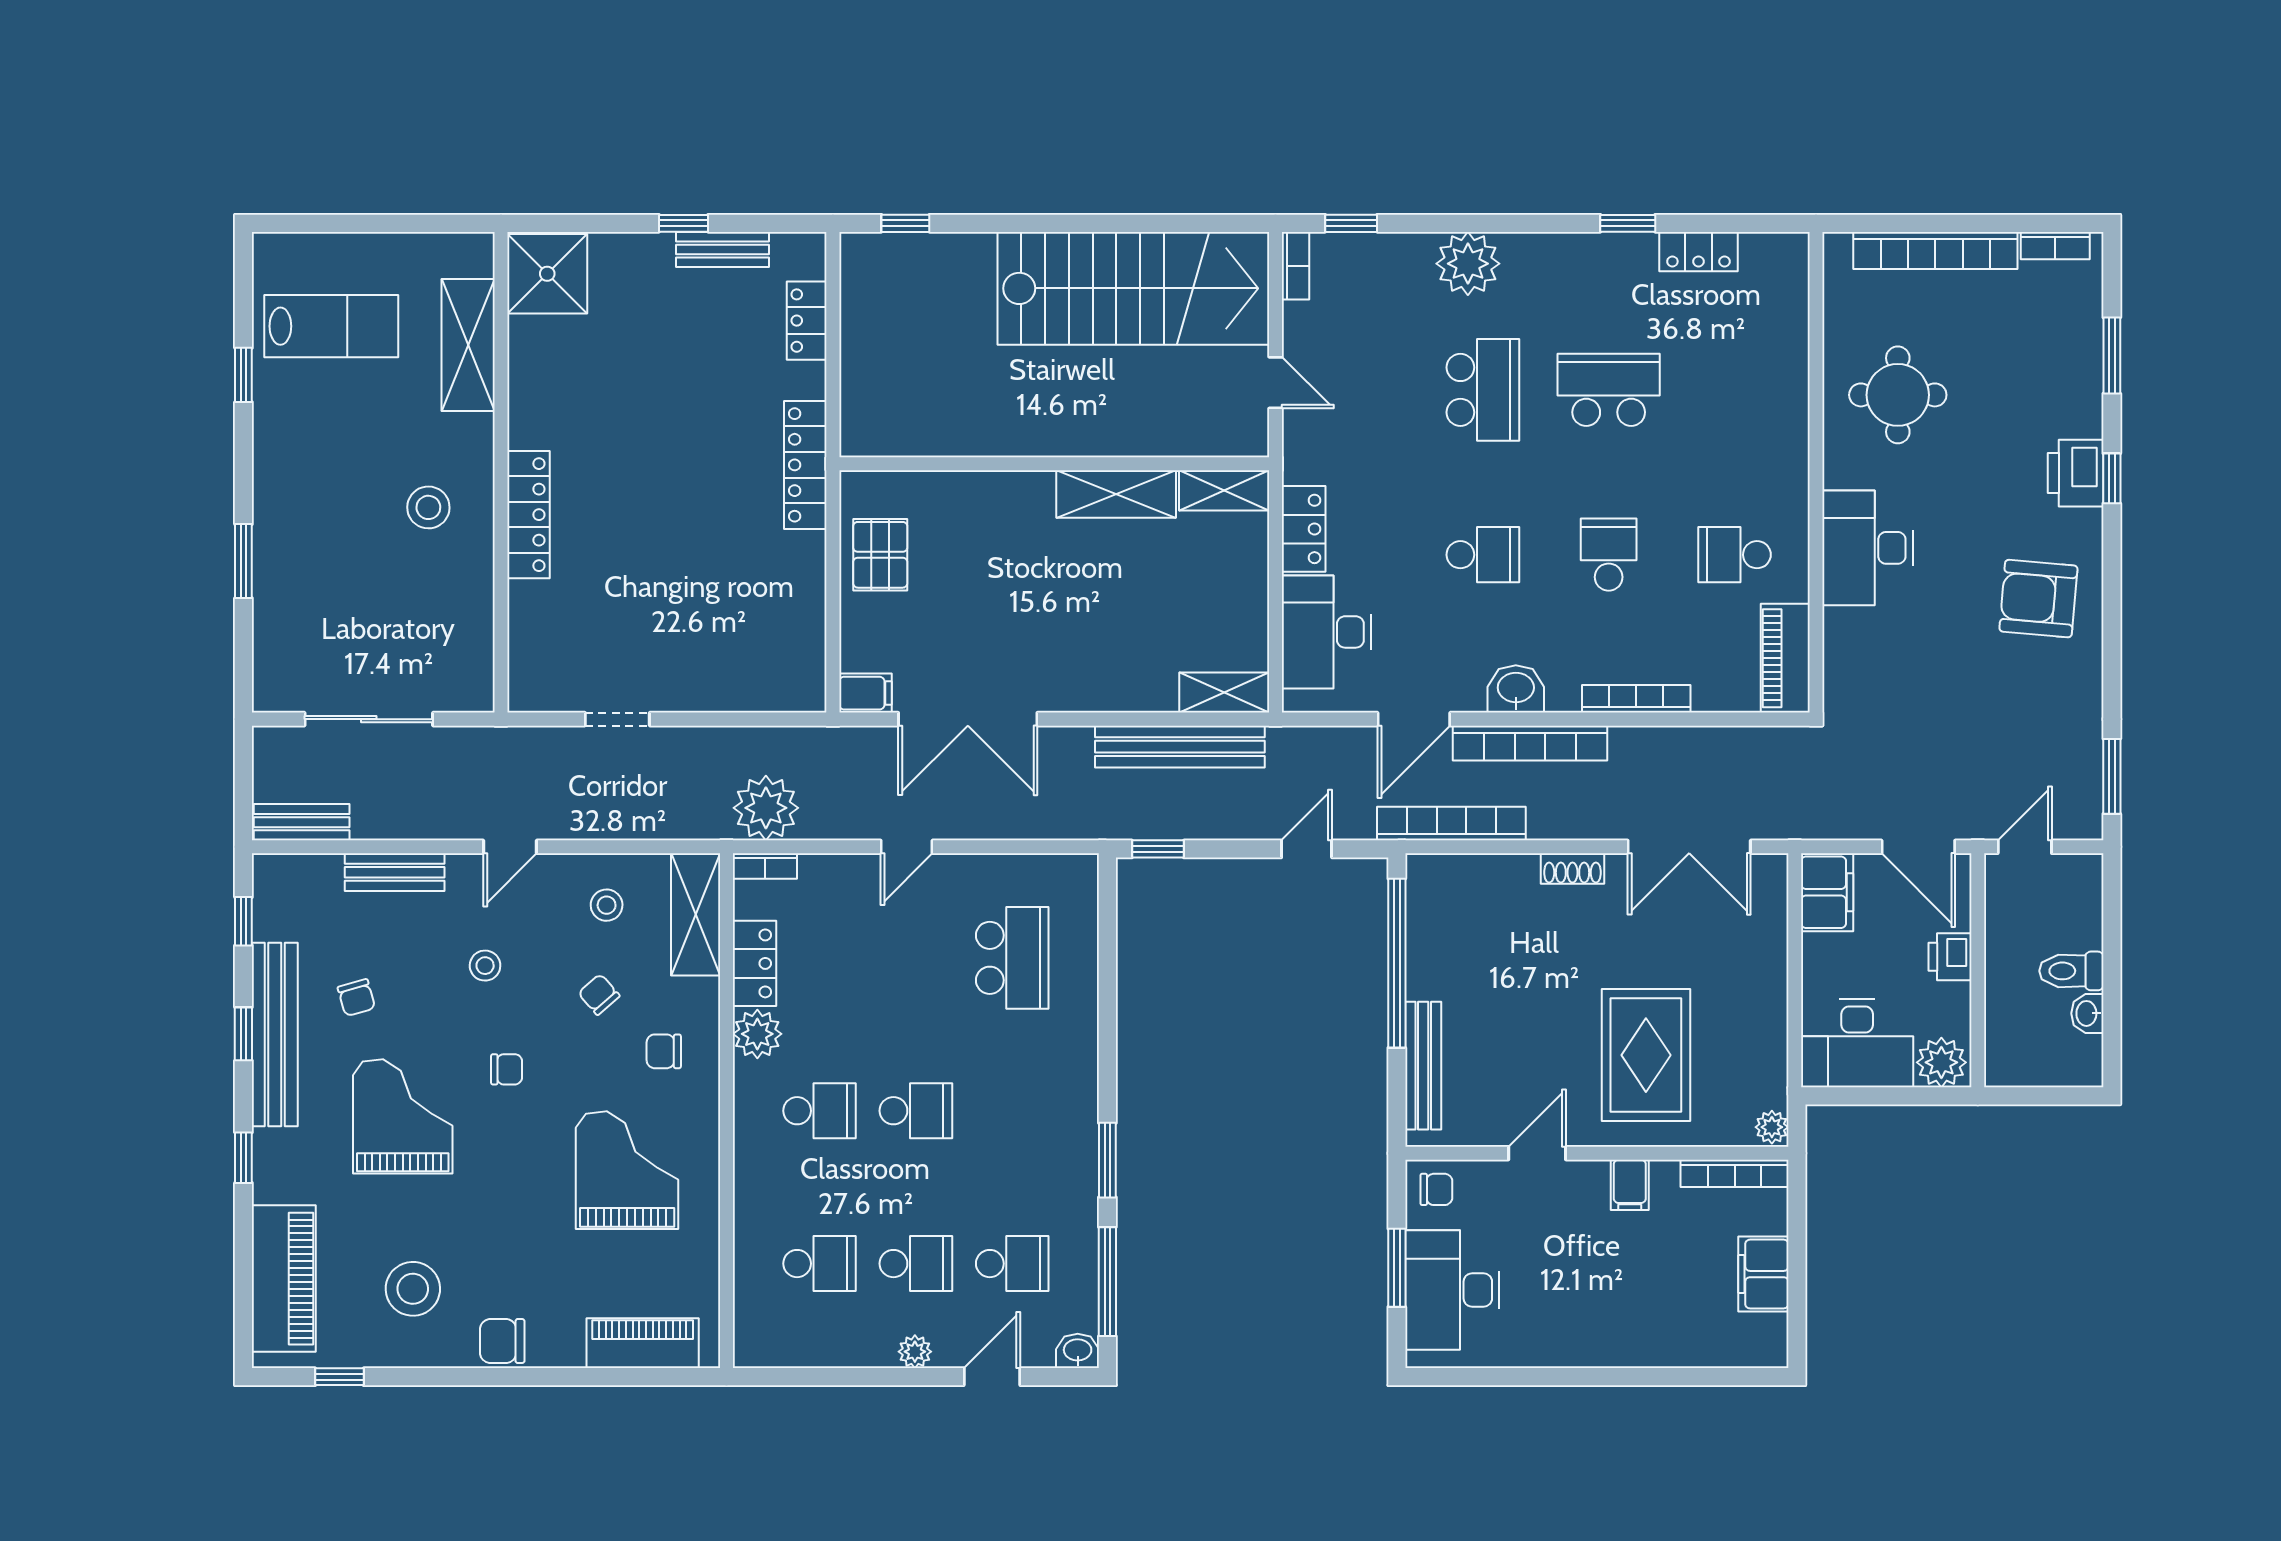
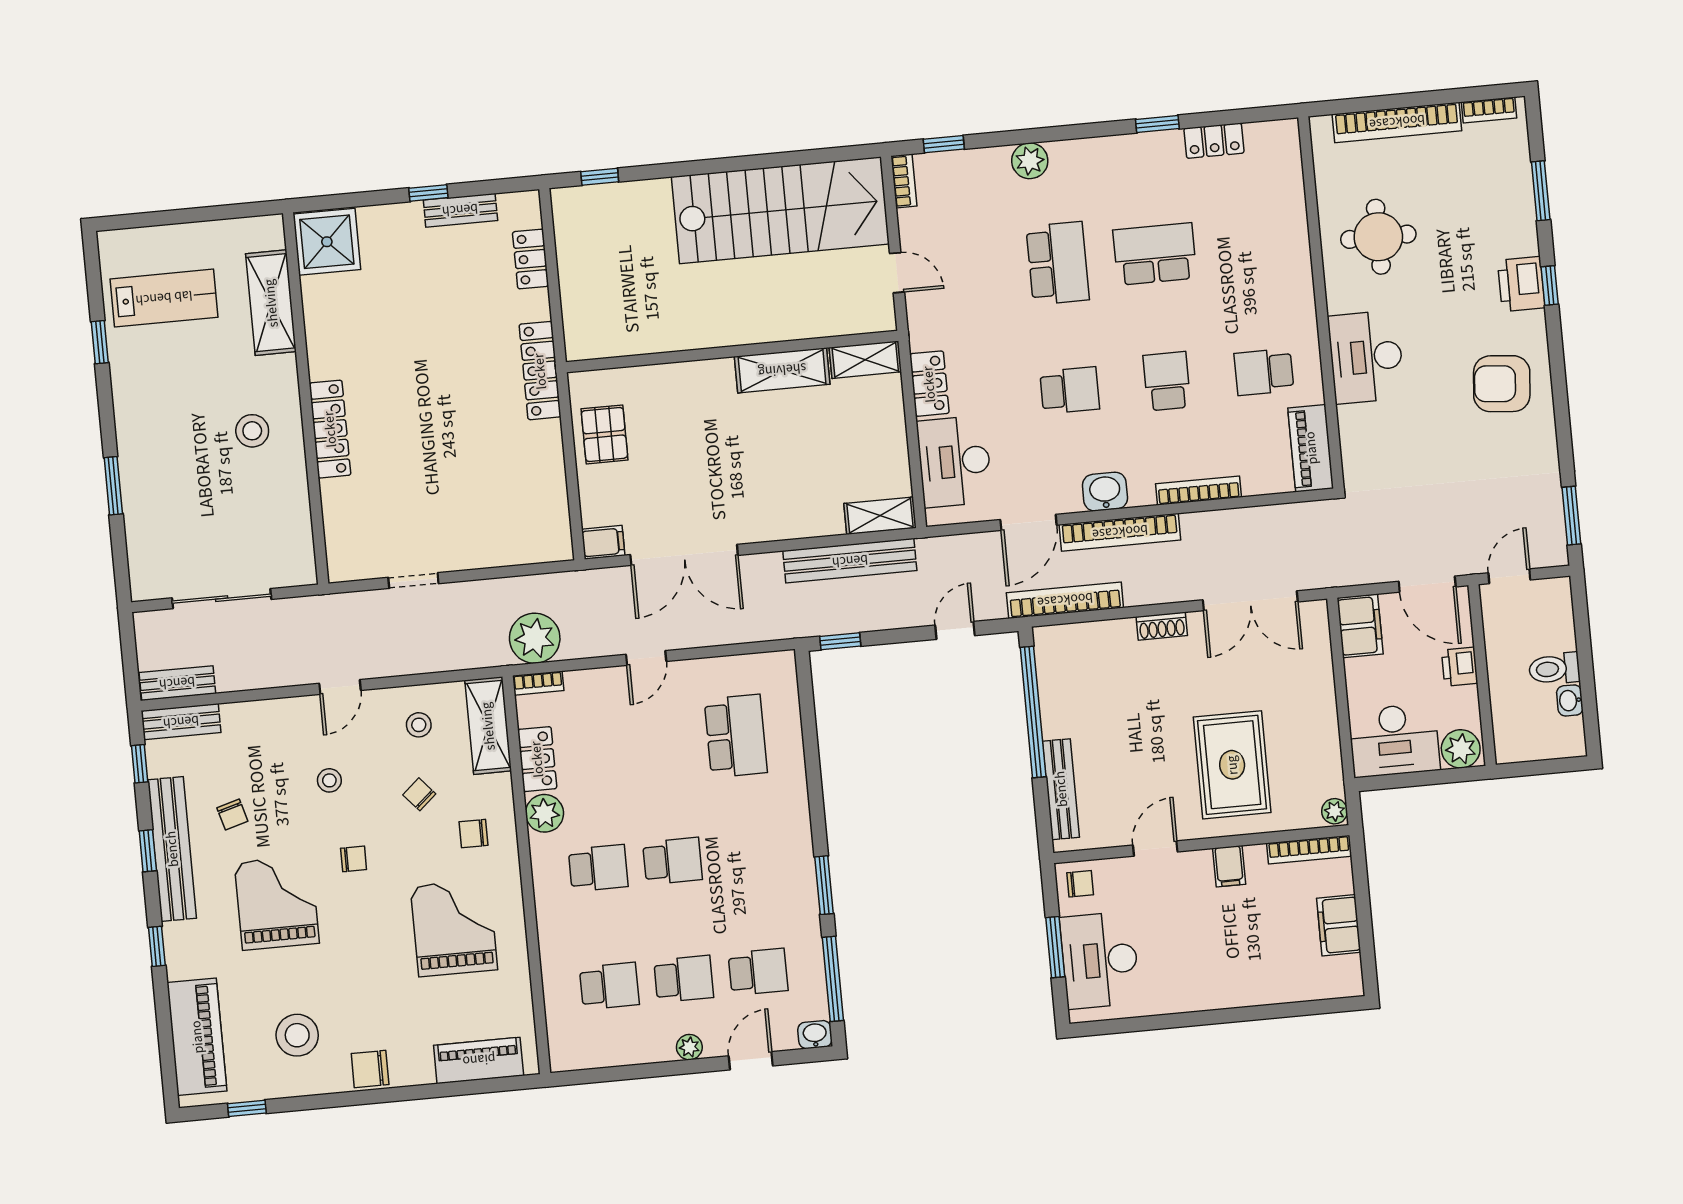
plant: (1468, 264) -> (1030, 161), width x0.73, depth x0.73
bench: (395, 872) -> (181, 722), moved

